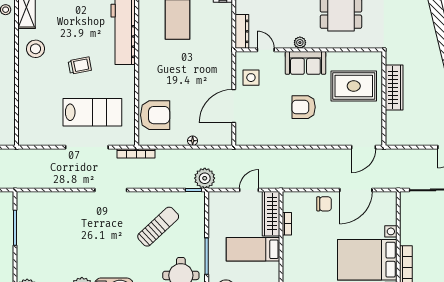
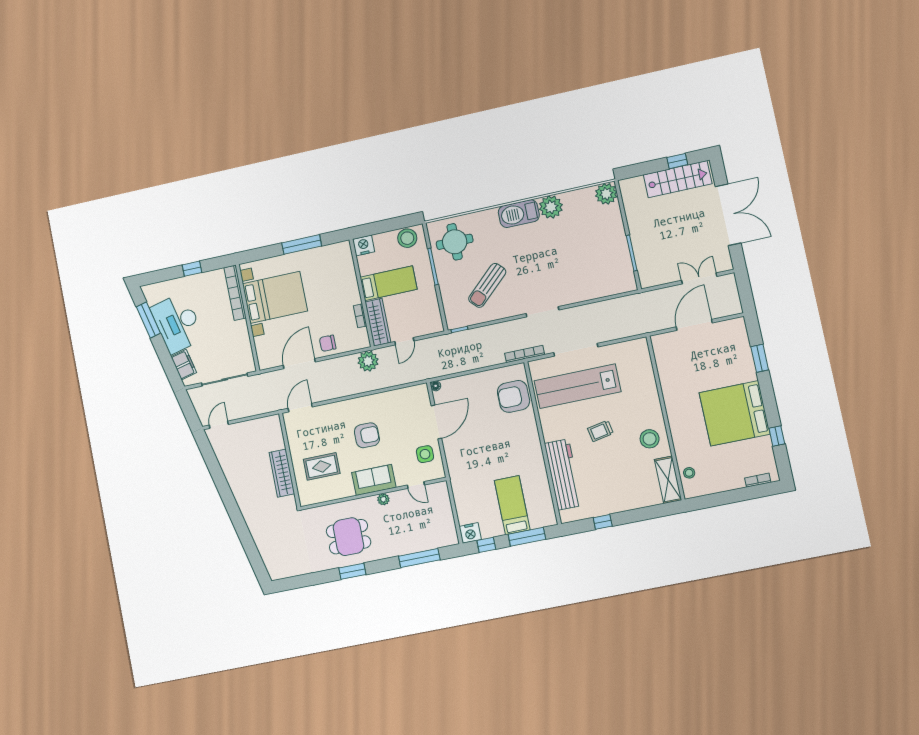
dresser: (242, 31) -> (443, 499), removed
rug: (354, 86) -> (322, 466), width x0.73, depth x0.70
lab bench: (92, 112) -> (578, 386), width x1.36
floor lamp: (193, 141) -> (436, 386), moved
plant: (205, 178) -> (368, 361), moved

